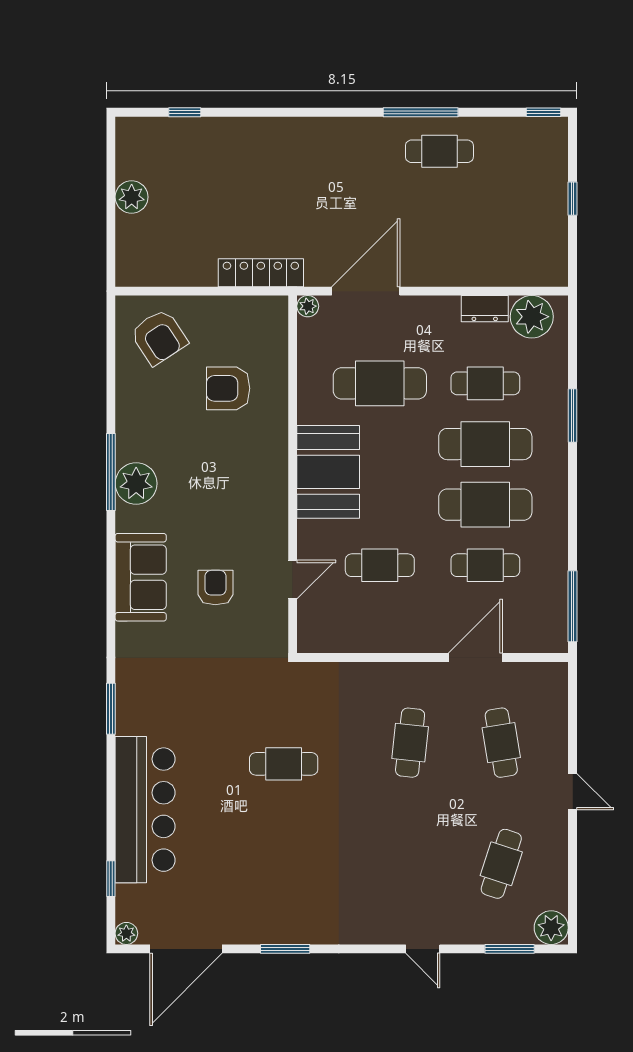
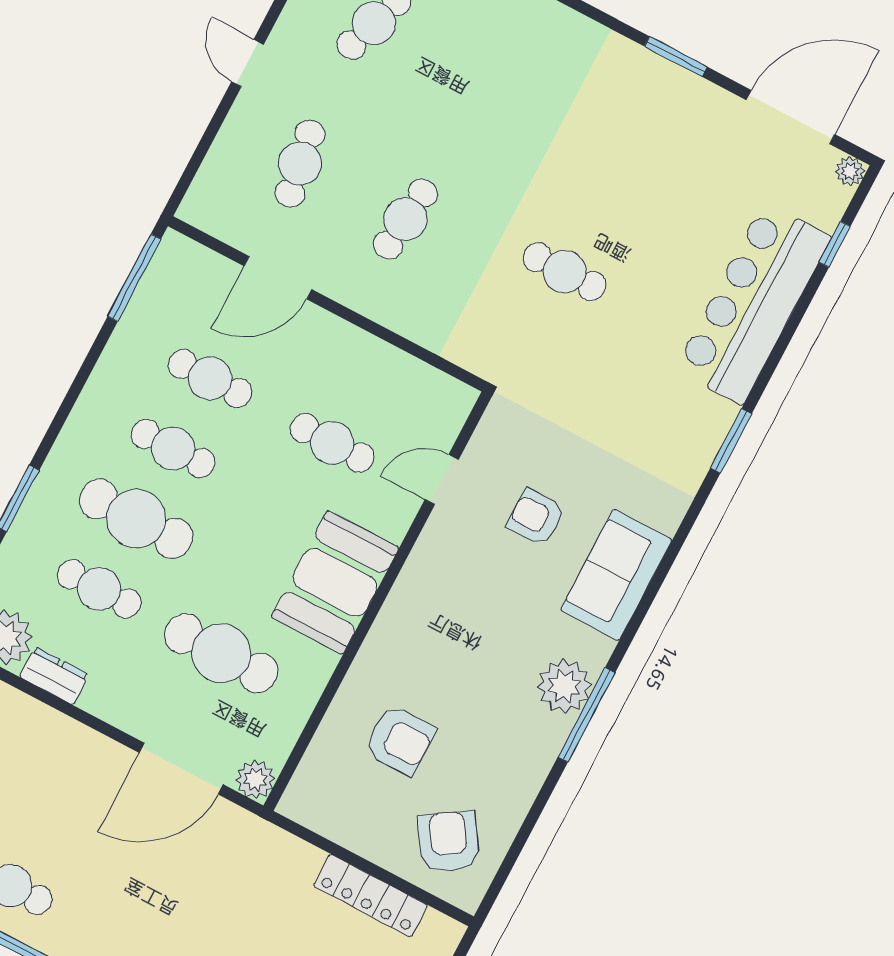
locker: (261, 273) -> (371, 896), moved
plant: (308, 306) -> (255, 779), width x1.38, depth x1.38
cafe table: (485, 505) -> (173, 449), width x0.73, depth x0.74
armchair: (215, 588) -> (536, 517), turned 90

